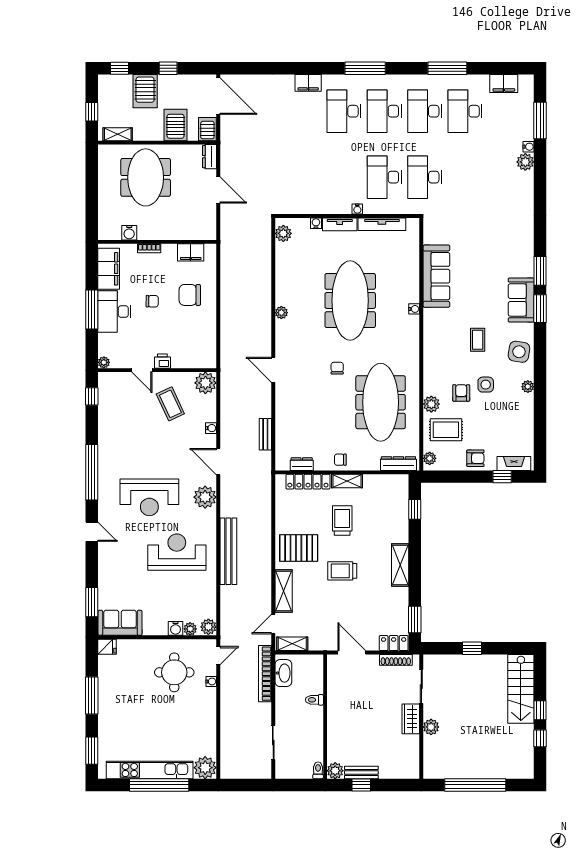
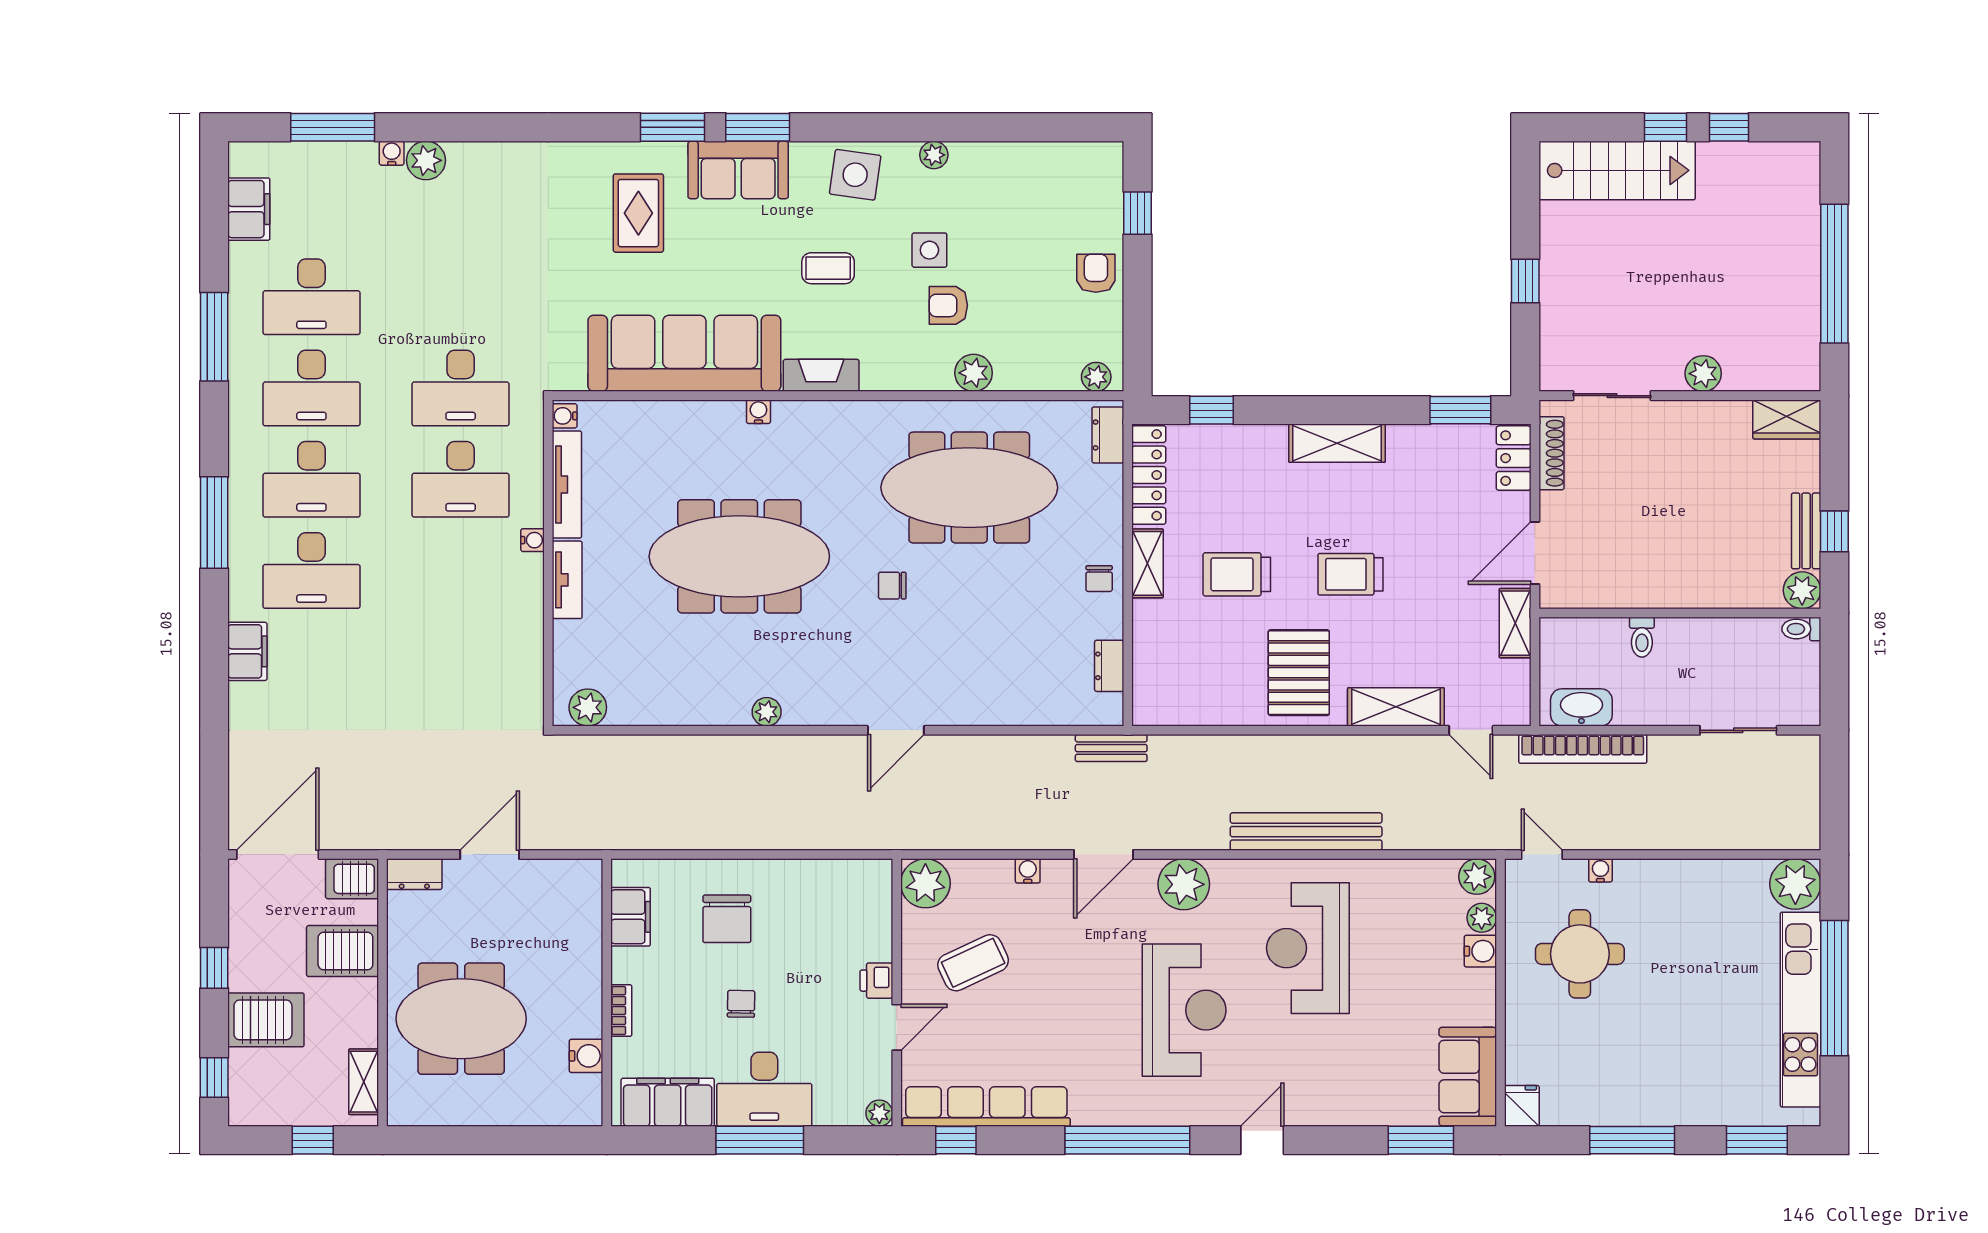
water cooler: (316, 223) -> (565, 416), moved
sofa: (436, 276) -> (684, 353), width x1.36, depth x1.27
row of seats: (107, 410) -> (986, 1107), added
rug: (446, 430) -> (638, 213), moved
bench: (265, 434) -> (1111, 748), moved
fireplace: (514, 463) -> (821, 375), moved, turned 90
dresser: (398, 464) -> (1108, 435), width x0.70
locker: (308, 482) -> (1149, 475), moved
trolley: (342, 571) -> (1350, 574), turned 90
shelving: (292, 644) -> (1515, 623), moved
wardrobe: (411, 719) -> (1787, 419), moved

